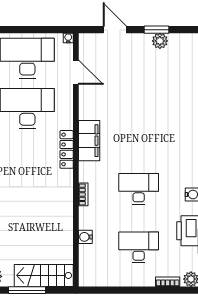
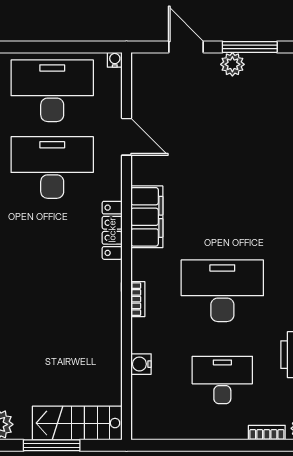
window: (156, 30) -> (250, 47), width x1.44
plant: (160, 41) -> (232, 64), moved
door: (76, 72) -> (126, 137), moved
desk: (139, 189) -> (222, 291), width x1.36, depth x1.30

